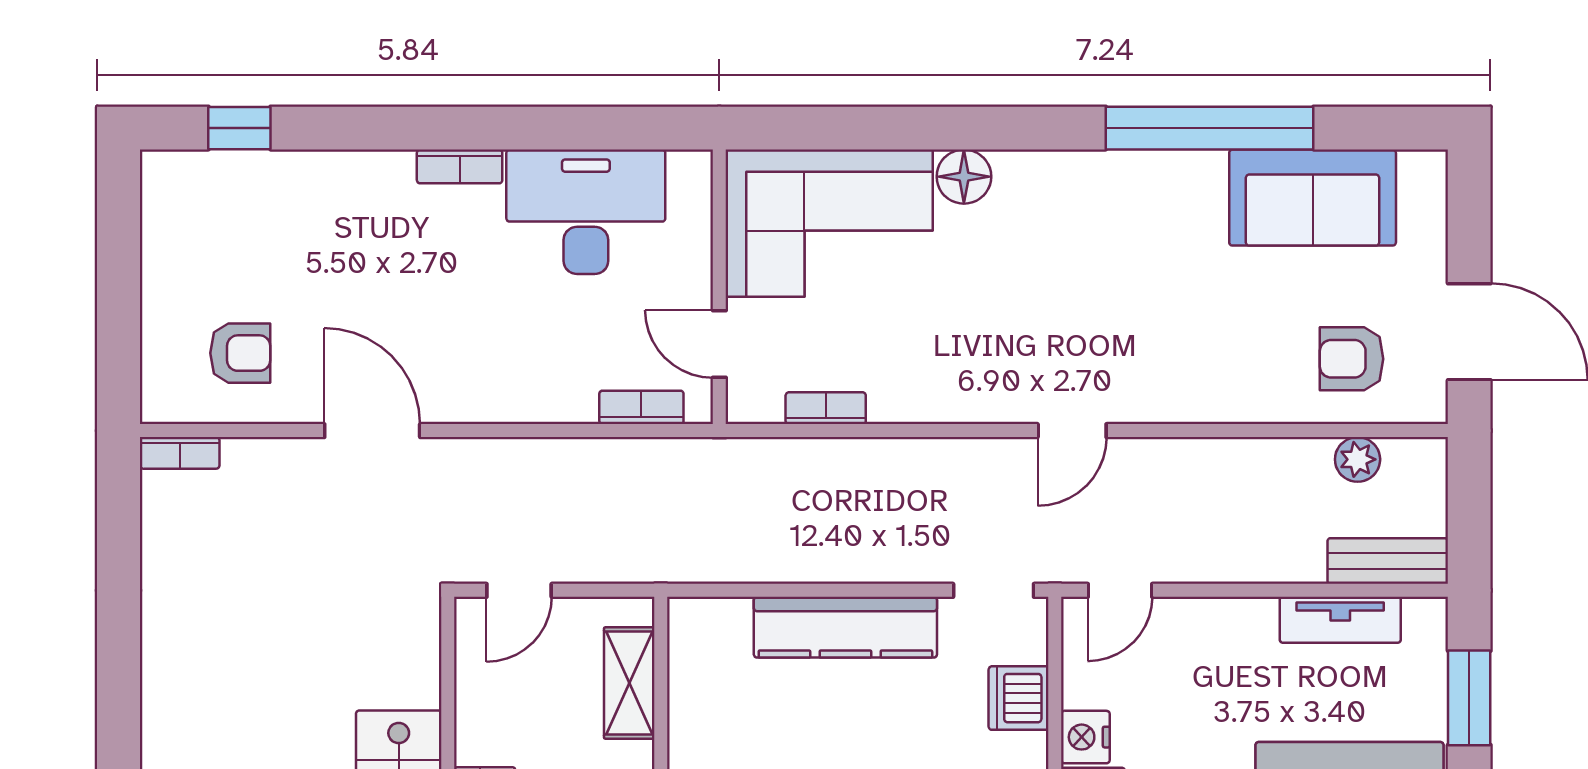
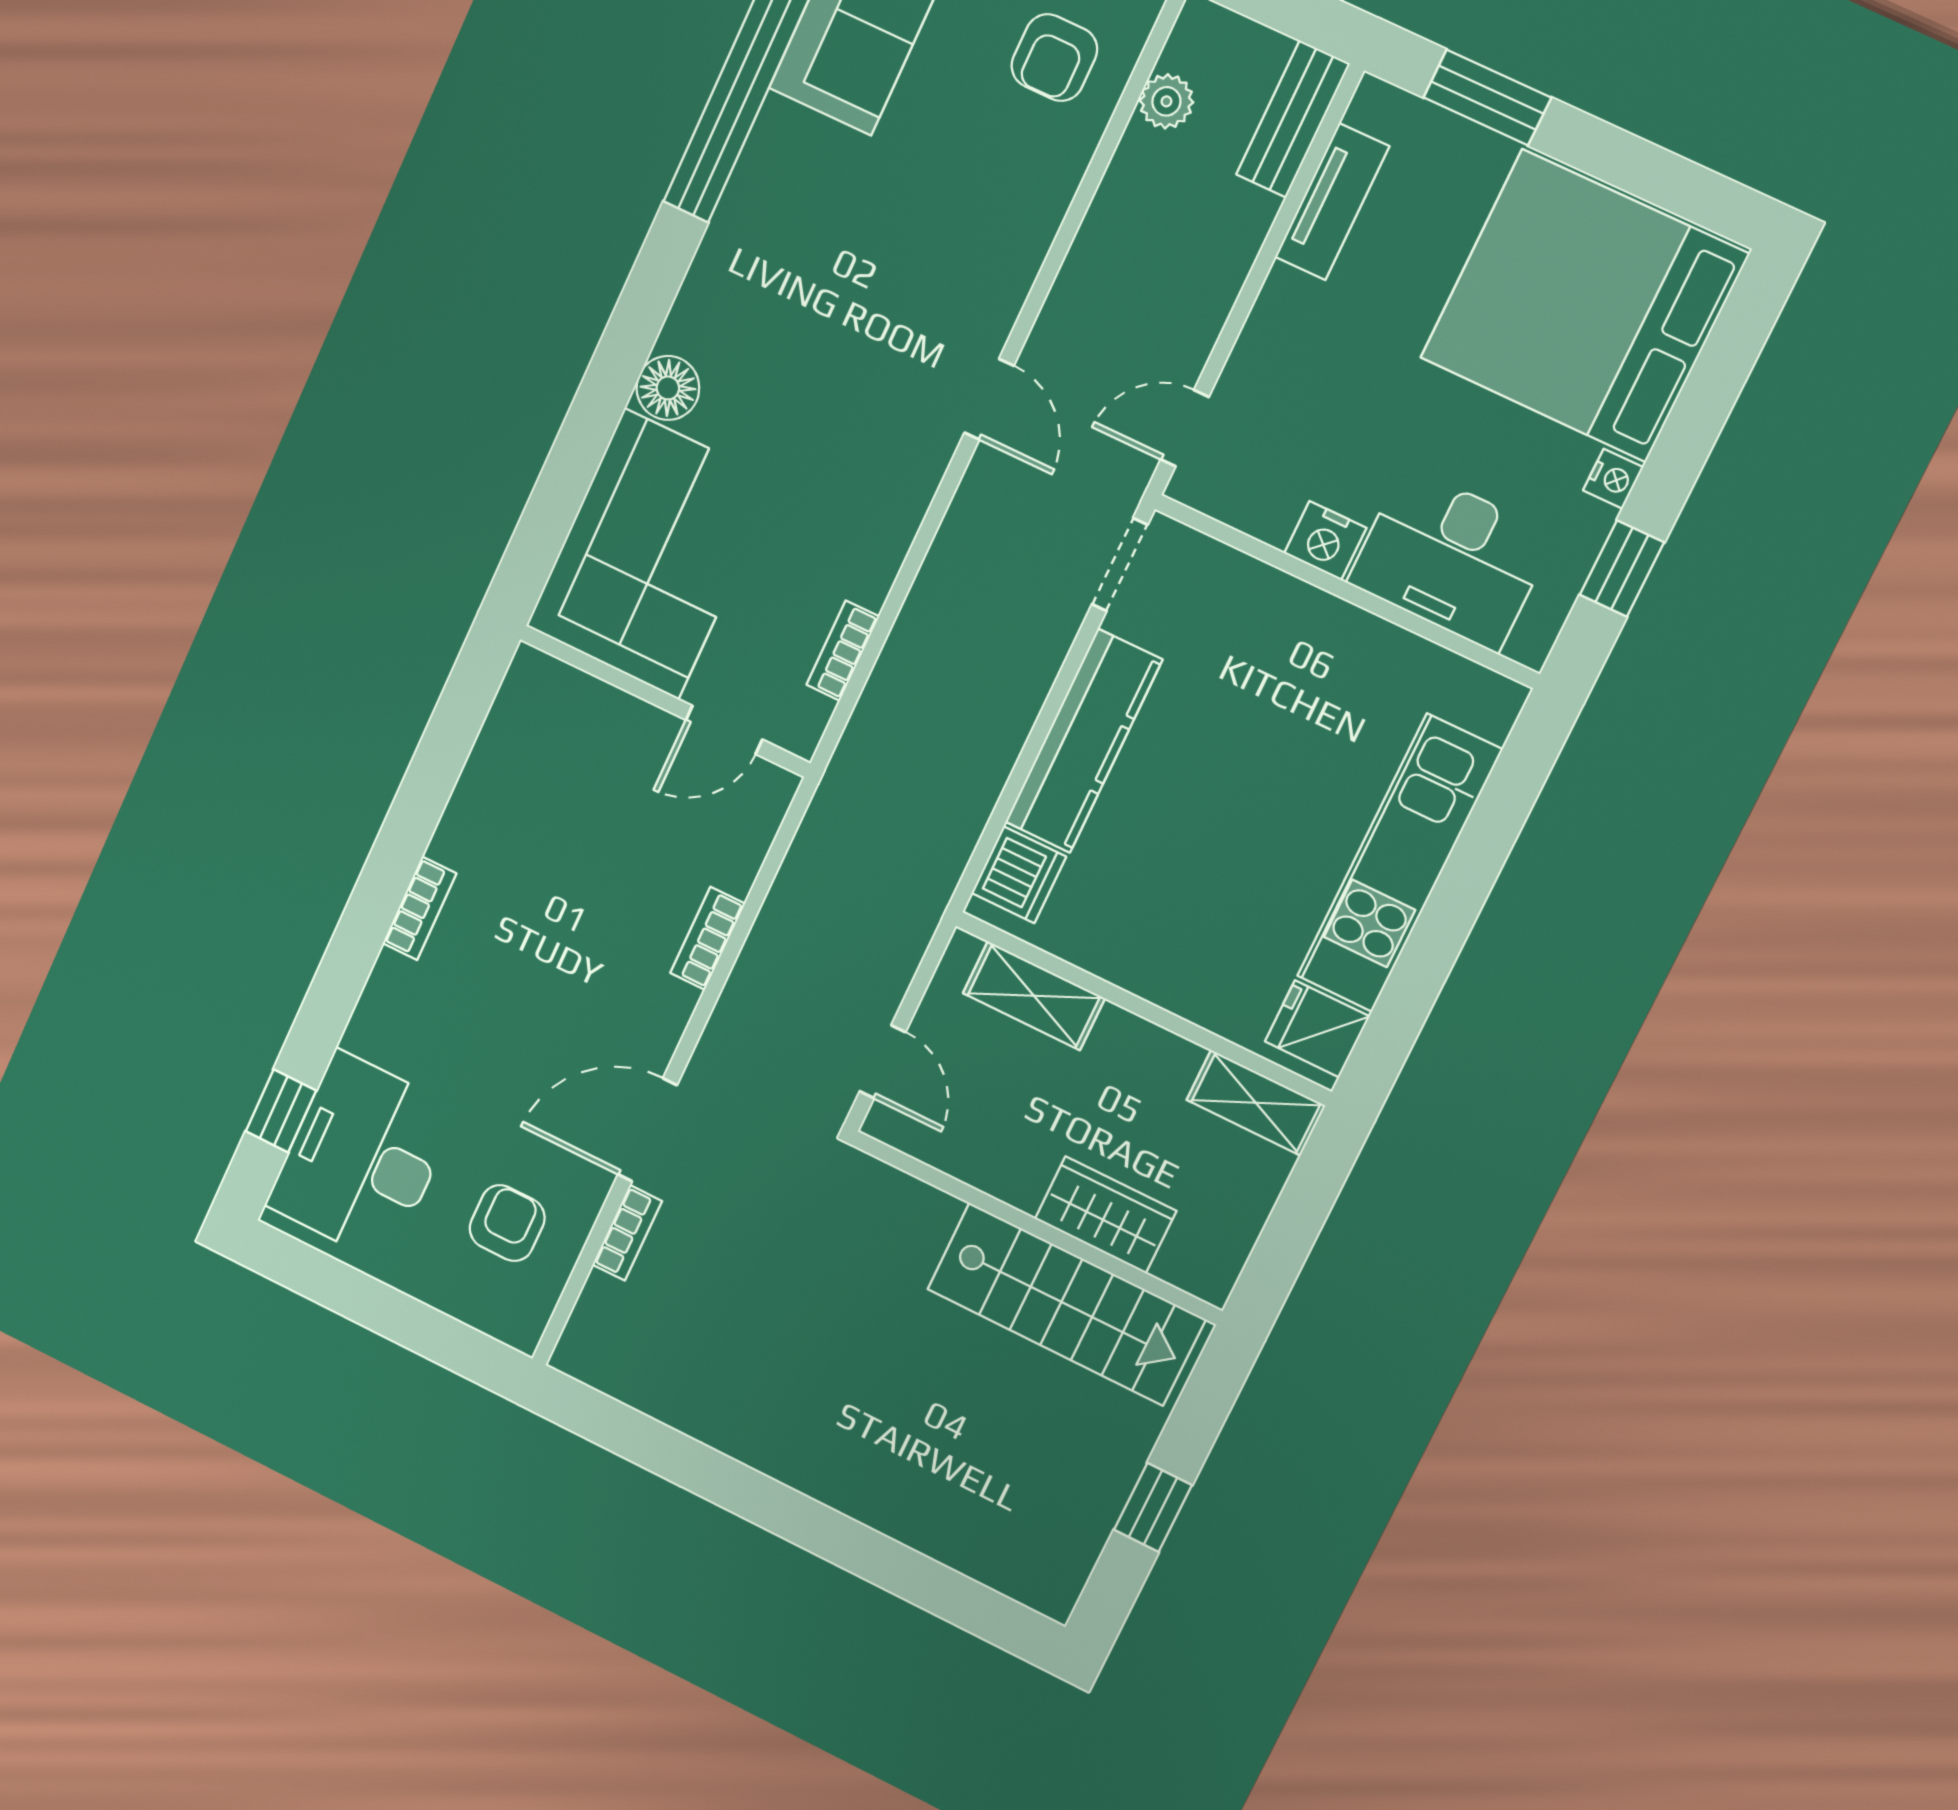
desk: (586, 212) -> (362, 1158), moved
bookcase: (641, 407) -> (708, 938), moved
bookcase: (180, 453) -> (627, 1233), moved
door: (1120, 590) -> (1185, 428), swing flipped
dishwasher: (1019, 698) -> (1019, 875), moved, turned -90

